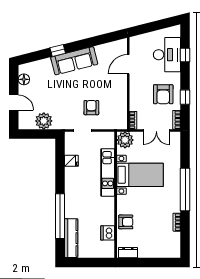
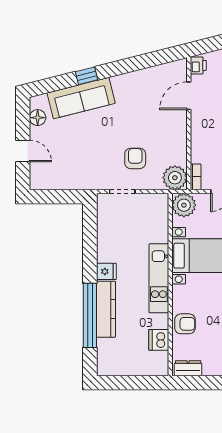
printer: (135, 43) -> (198, 65), added
sofa: (74, 61) -> (81, 98), moved
plant: (44, 121) -> (175, 178), moved
fridge: (71, 161) -> (106, 271), moved
kitchen unit: (108, 172) -> (159, 278), moved
kitchen counter: (71, 238) -> (106, 309), moved

